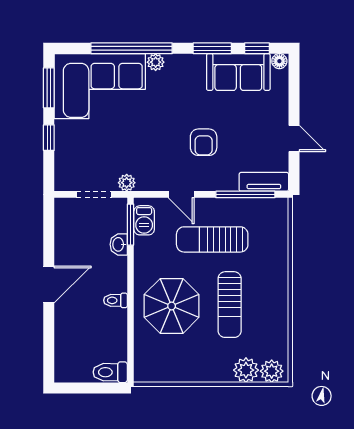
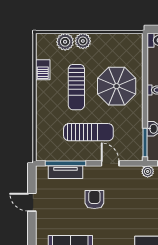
tv unit: (264, 182) -> (65, 172), moved
barbecue: (144, 220) -> (43, 70), moved, turned 180
sun lounger: (230, 305) -> (76, 87), turned 180
plant: (272, 371) -> (83, 41), moved

